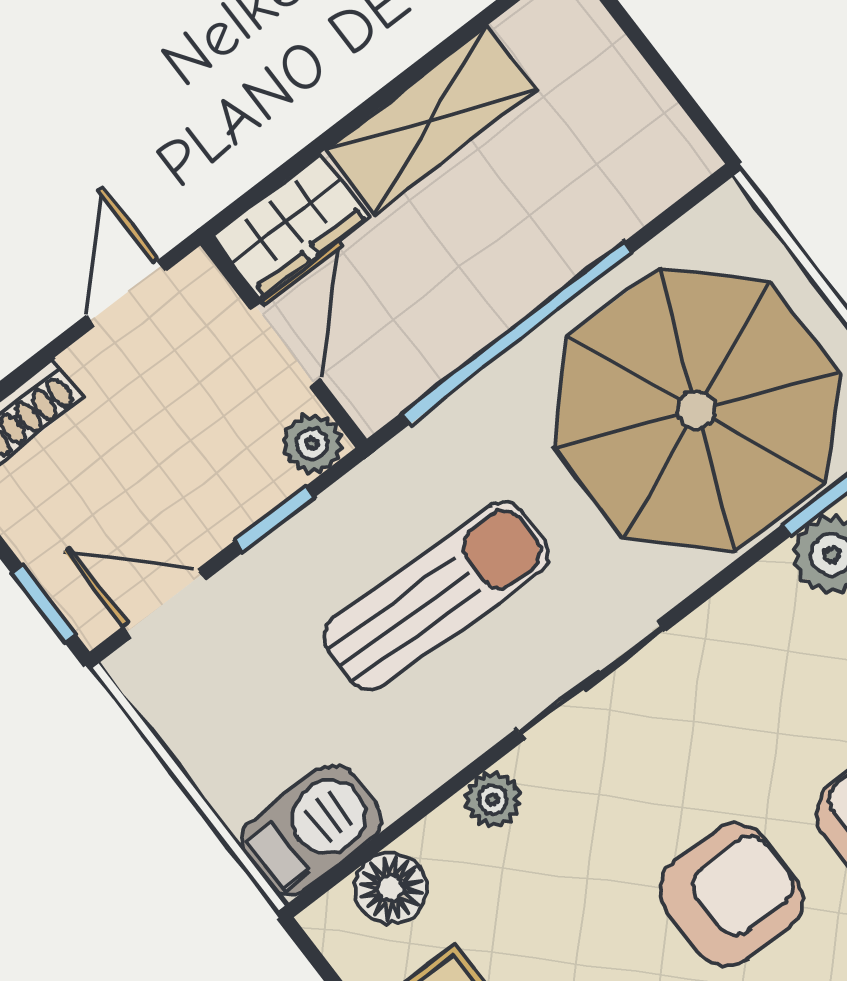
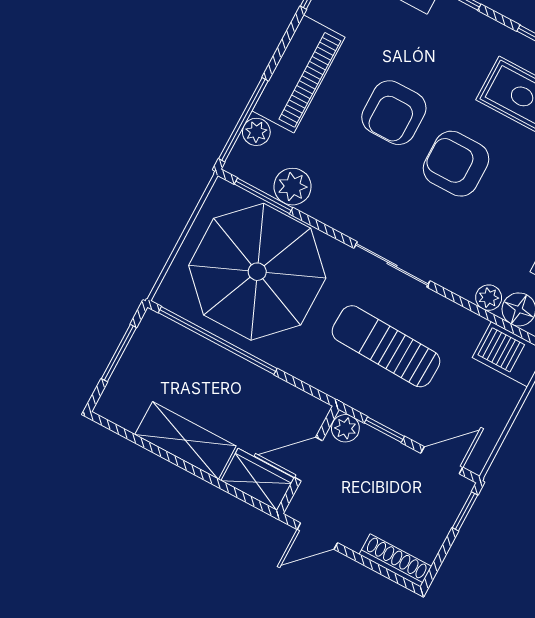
window: (660, 67) -> (119, 353), added
window: (517, 333) -> (218, 341), moved
door: (164, 604) -> (442, 460), swing flipped
plant: (493, 799) -> (489, 298), moved

